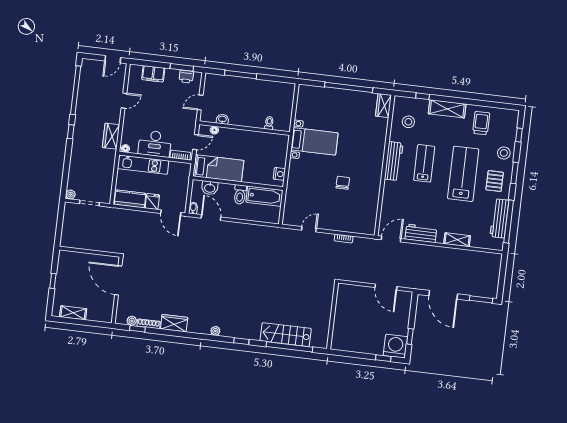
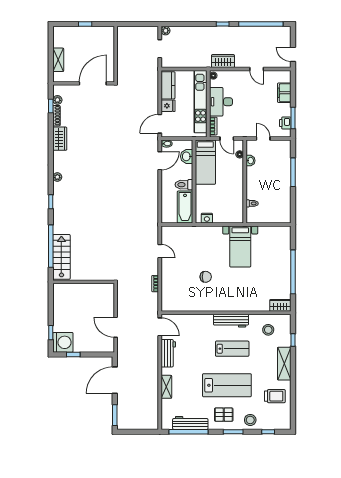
kitchen unit: (143, 165) -> (201, 102), width x1.36
door: (386, 287) -> (116, 327), hinge flipped
shelving: (73, 313) -> (58, 60), moved
stairs: (286, 335) -> (61, 257), moved

